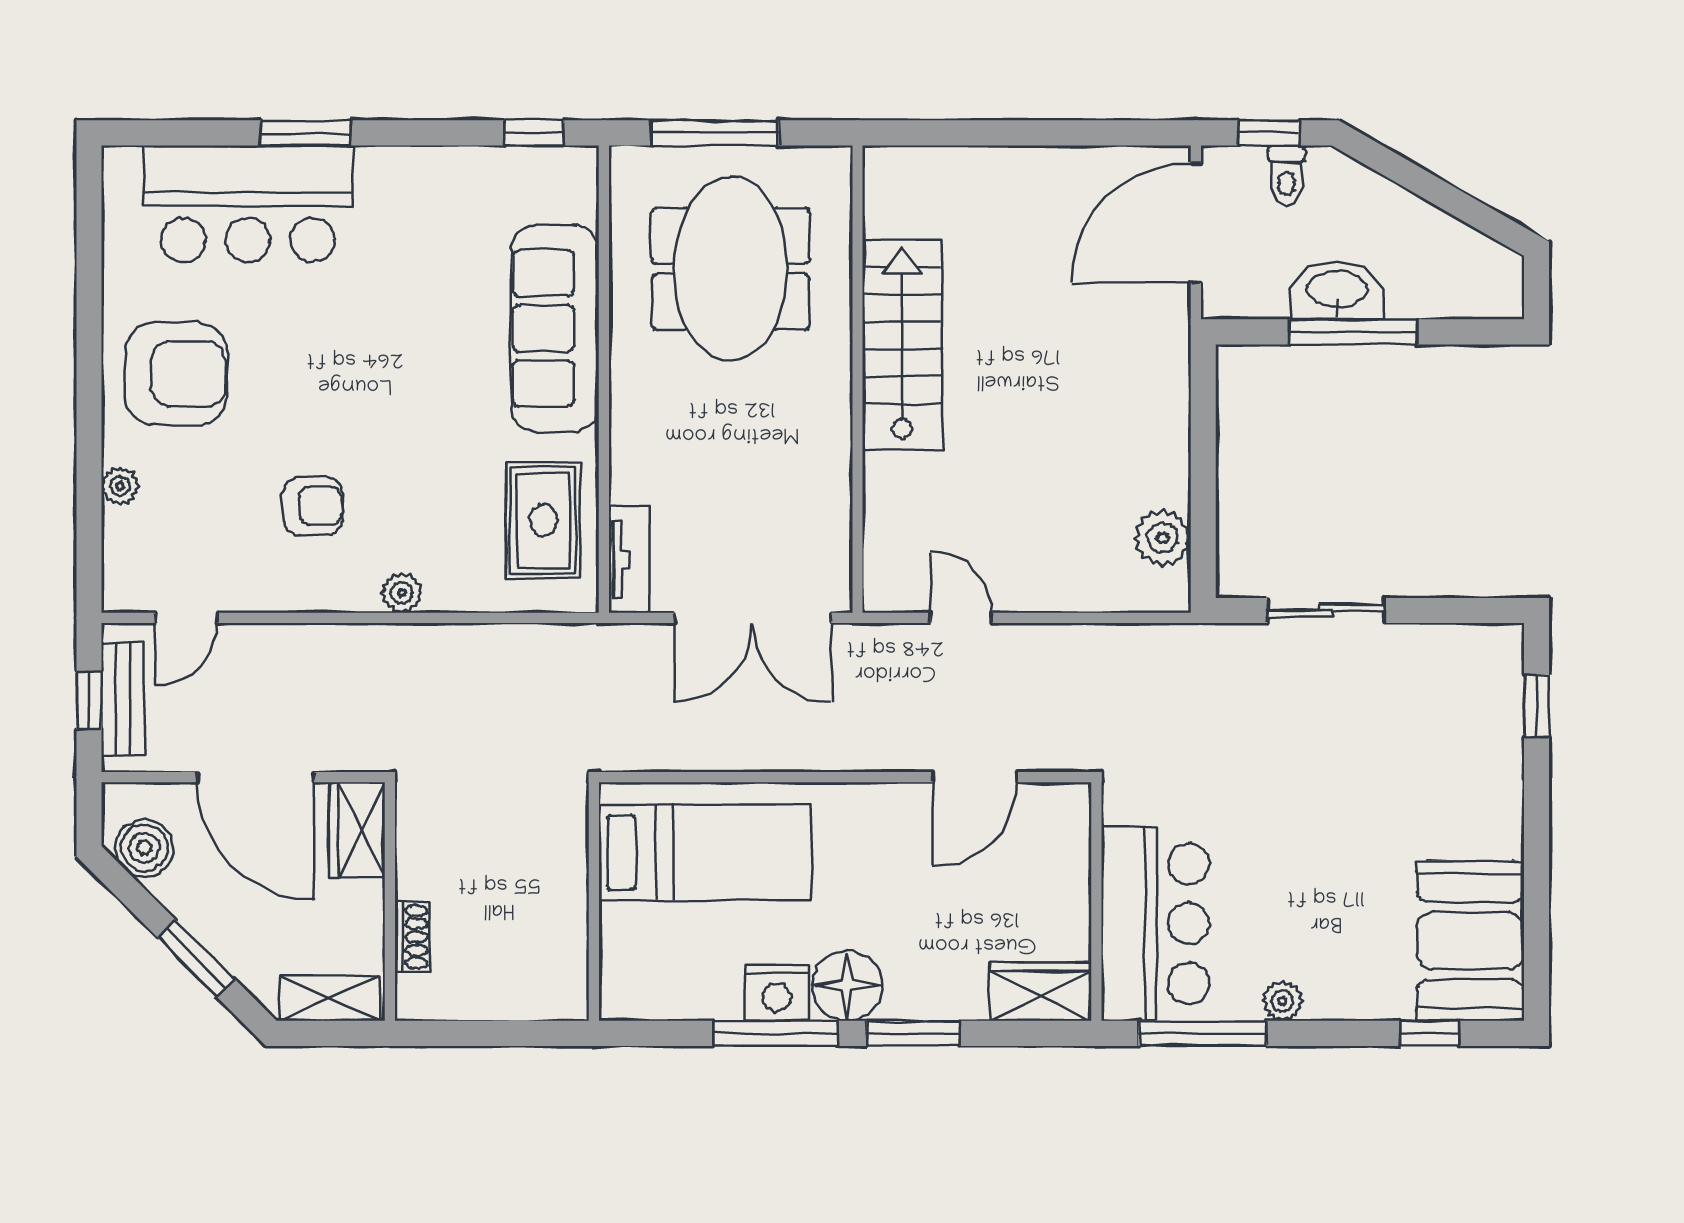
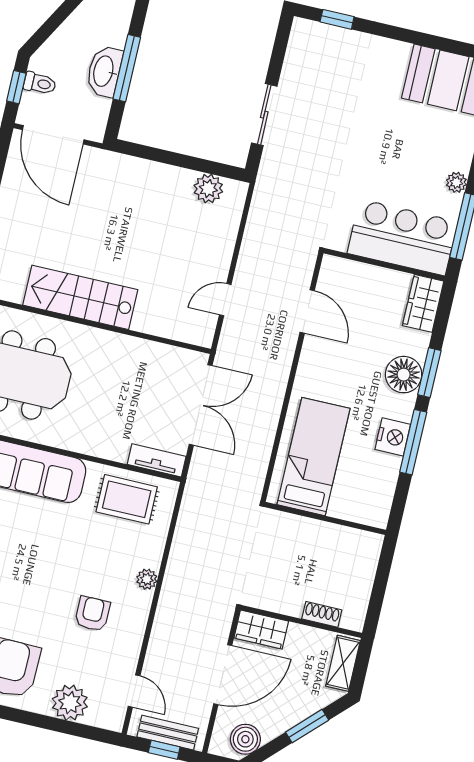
plant: (120, 486) -> (70, 703), width x1.87, depth x1.87
floor lamp: (847, 986) -> (404, 375), moved

